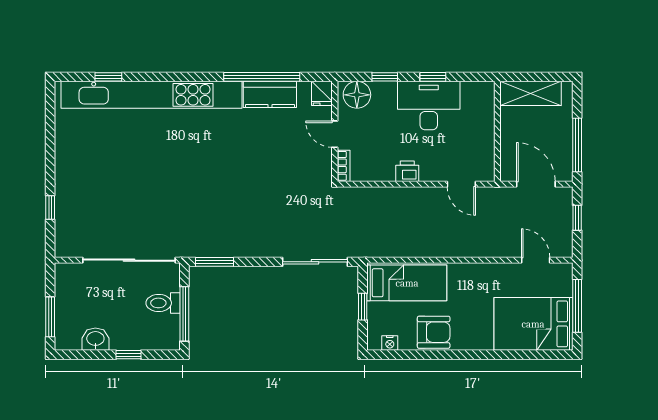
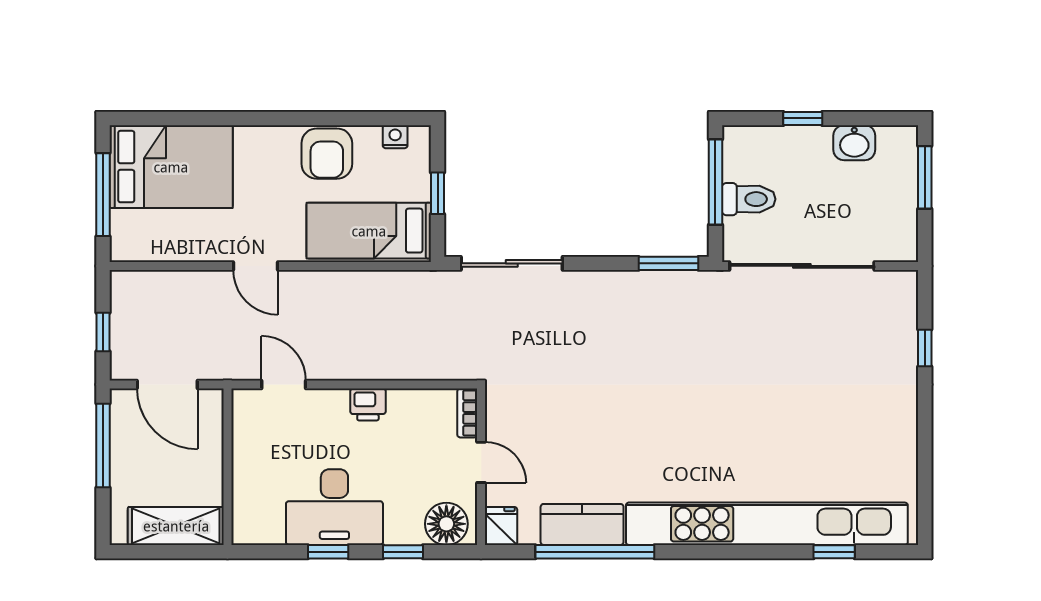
door: (536, 260) -> (255, 266), moved
armchair: (434, 332) -> (327, 154), turned -90

